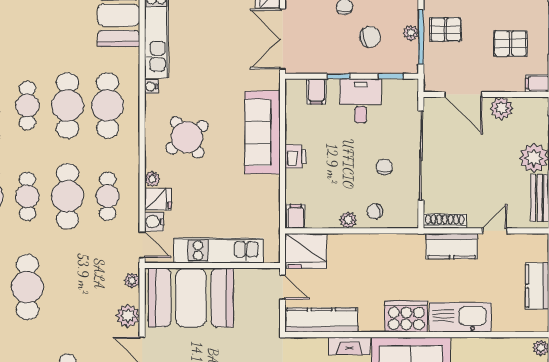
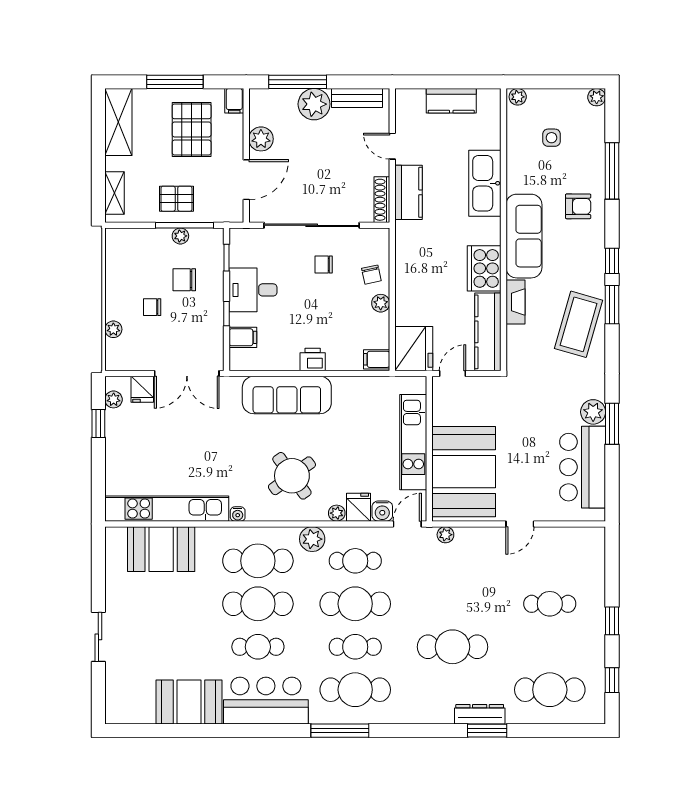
pallet: (446, 29) -> (176, 199), turned 90
chair: (370, 37) -> (184, 280), turned -75
pallet: (510, 43) -> (192, 129), width x1.50, depth x1.42
plant: (128, 316) -> (312, 539), moved
cooker: (406, 317) -> (484, 268), moved

